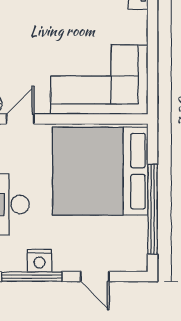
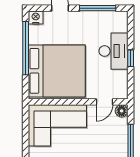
nightstand: (39, 261) -> (36, 18), moved

